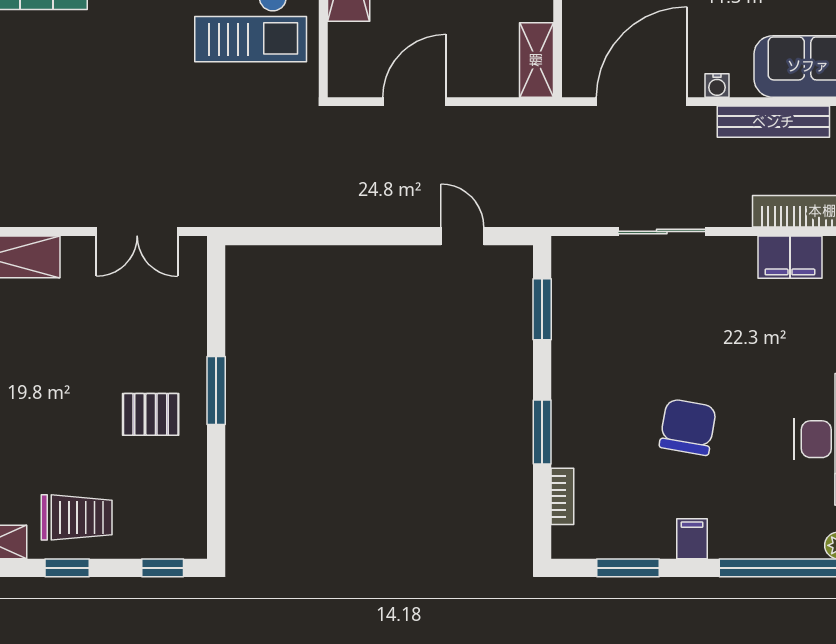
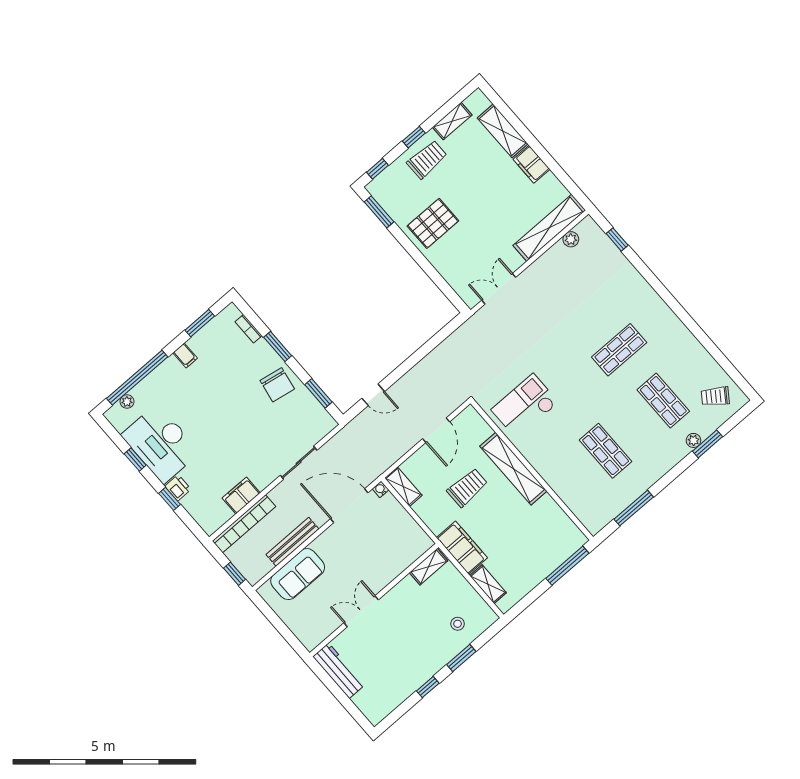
water cooler: (717, 85) -> (381, 489), moved
door: (642, 102) -> (349, 506), swing flipped
window: (216, 391) -> (379, 212), moved
pallet: (151, 414) -> (433, 223), width x1.50, depth x1.42
chair: (688, 427) -> (277, 385), moved
trolley: (77, 517) -> (427, 160), turned 180

